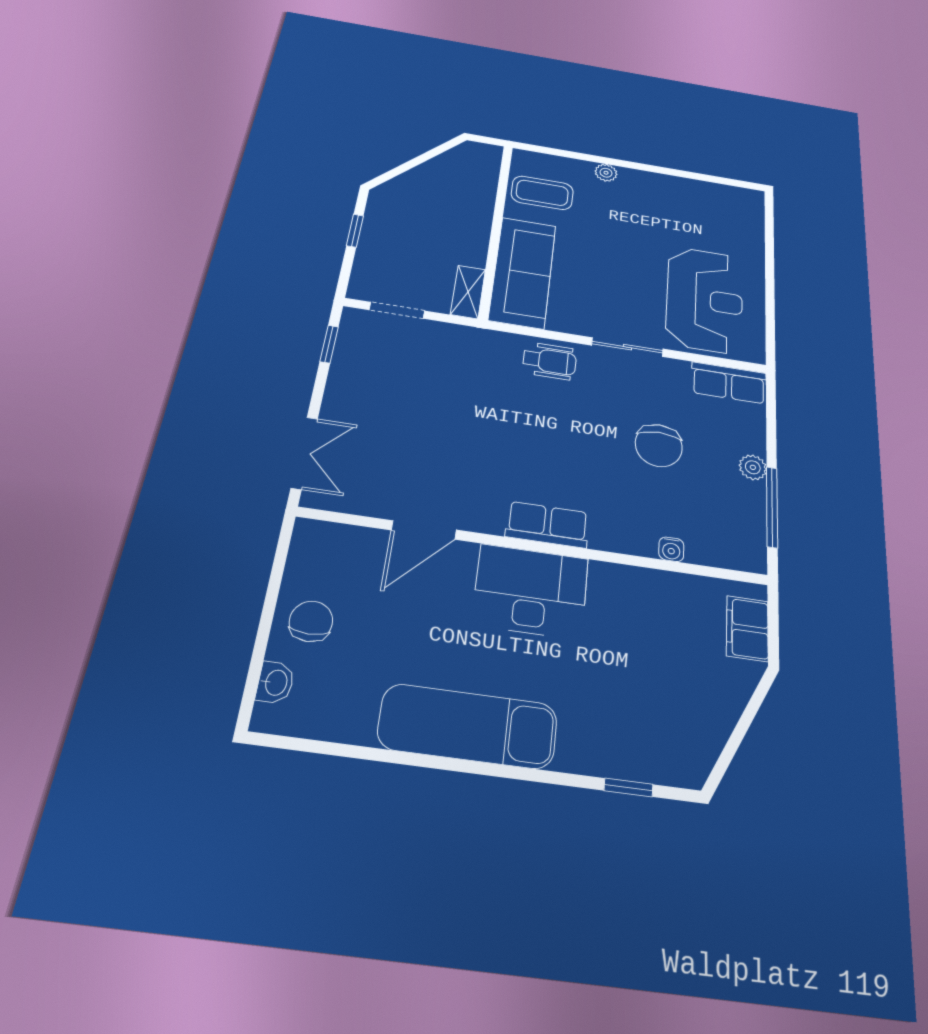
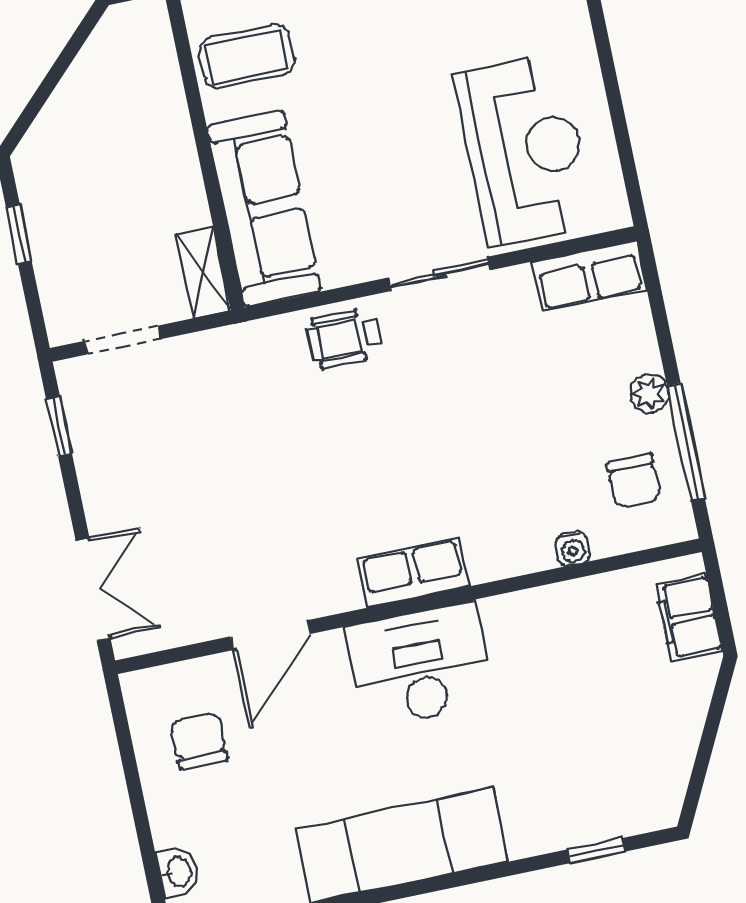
wheelchair: (550, 361) -> (344, 338), turned 180
chair: (659, 446) -> (634, 481), moved, width x0.73, depth x0.73
chair: (311, 621) -> (199, 741), moved

